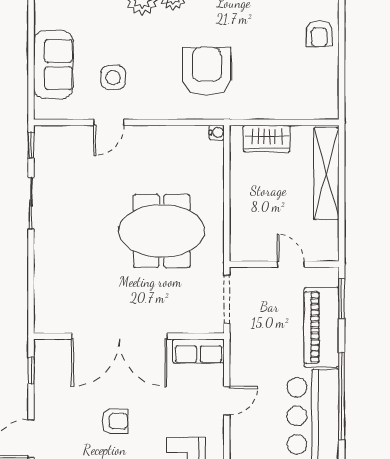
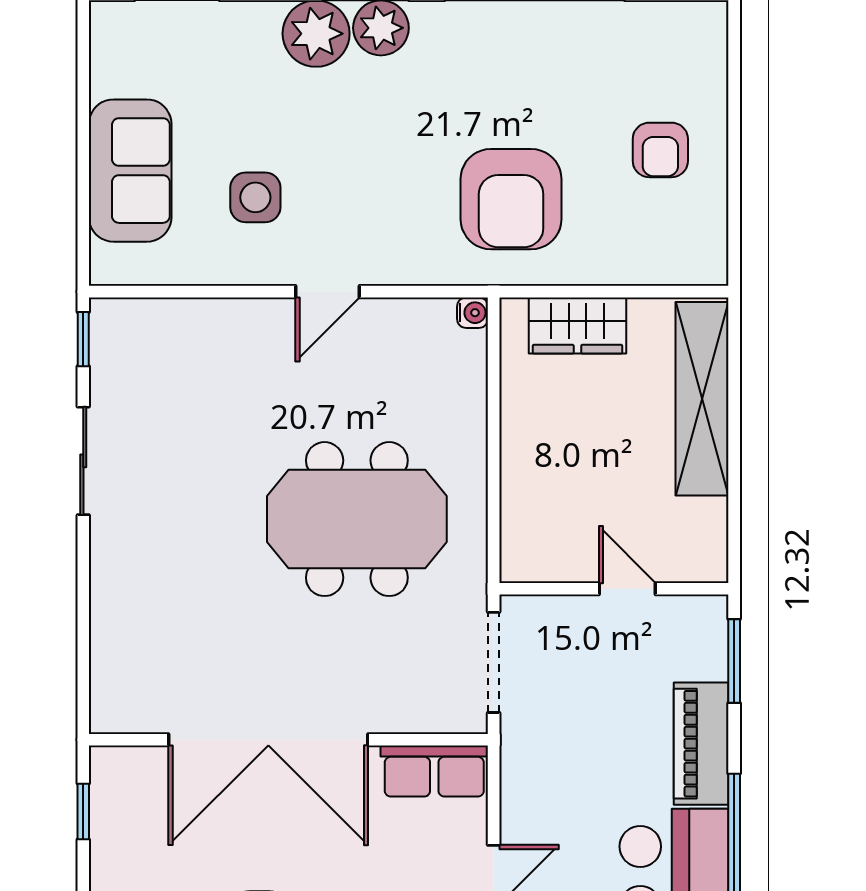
armchair: (319, 34) -> (660, 150), moved
armchair: (207, 71) -> (511, 199), moved, turned 180
door: (109, 122) -> (328, 292), moved
piano: (322, 327) -> (701, 744), width x0.73, depth x0.75

